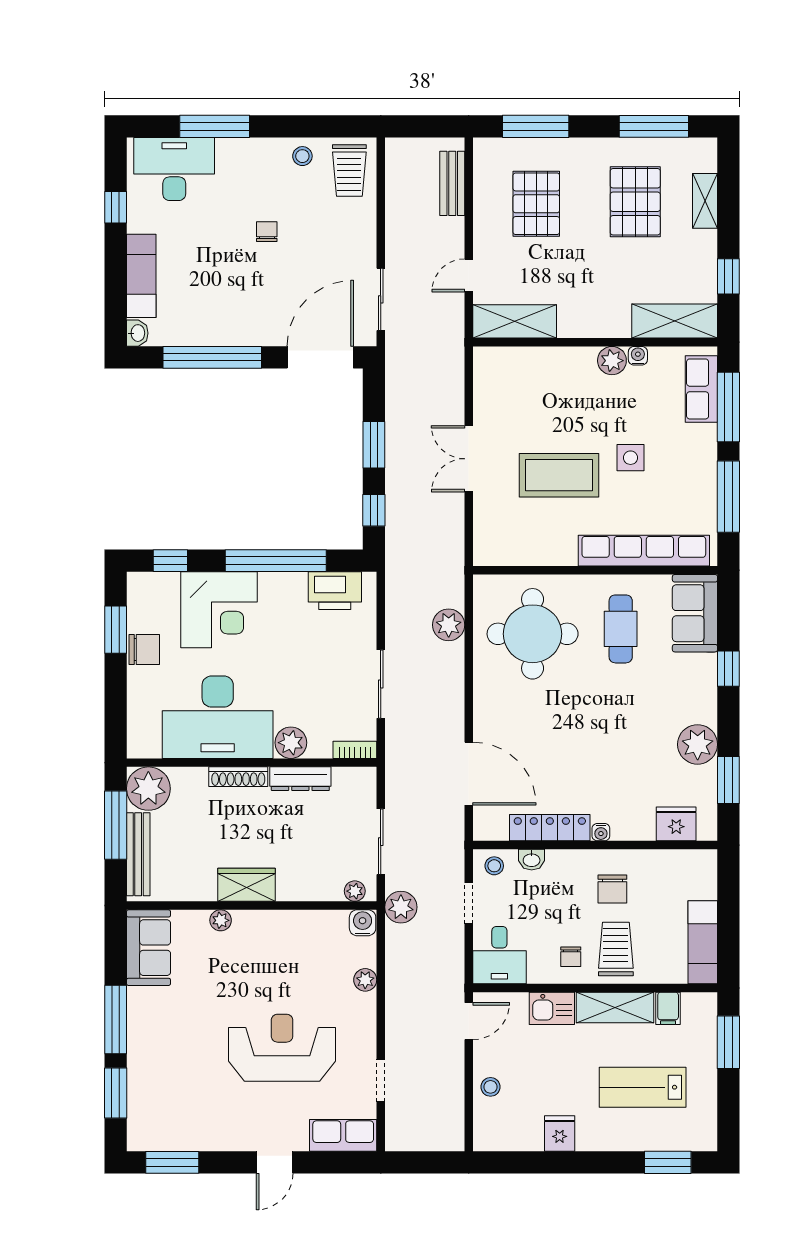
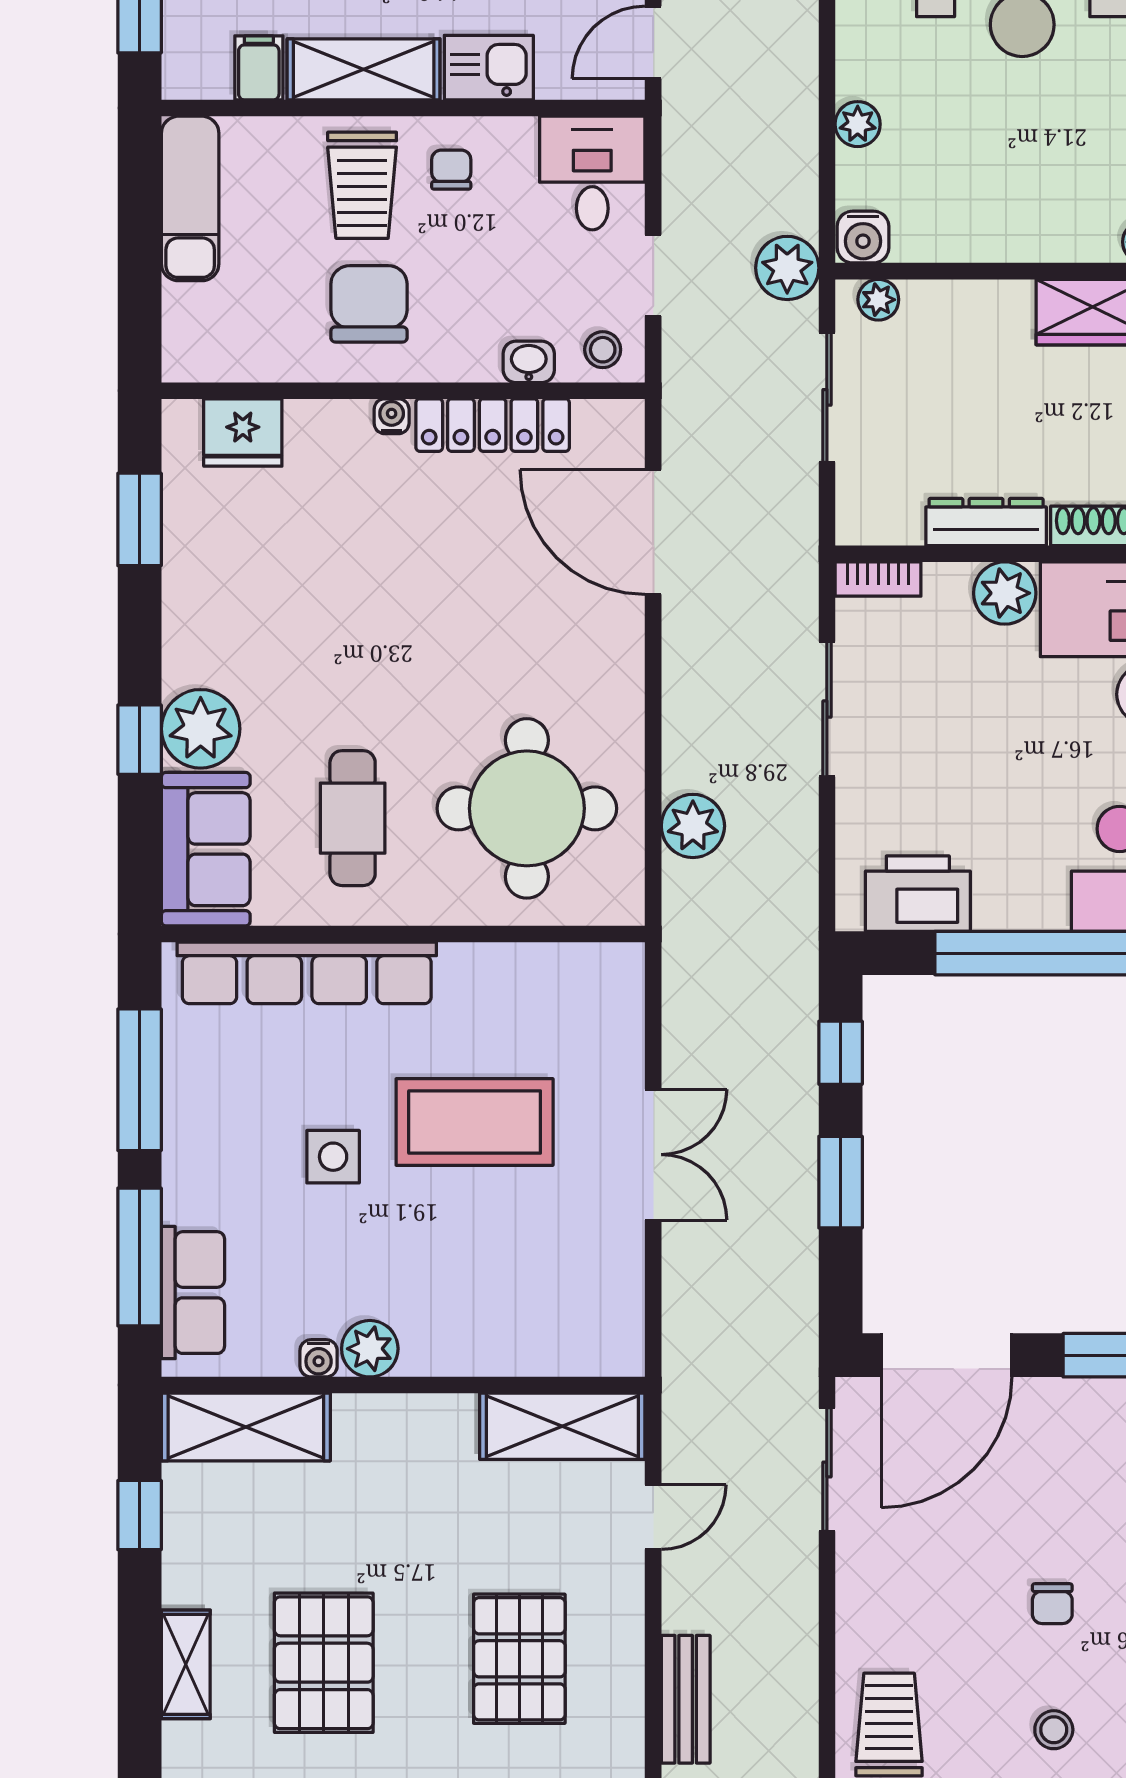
stool: (302, 156) -> (1054, 1730), moved
plant: (698, 744) -> (201, 729), moved
chair: (612, 889) -> (369, 304), width x1.37, depth x1.37

